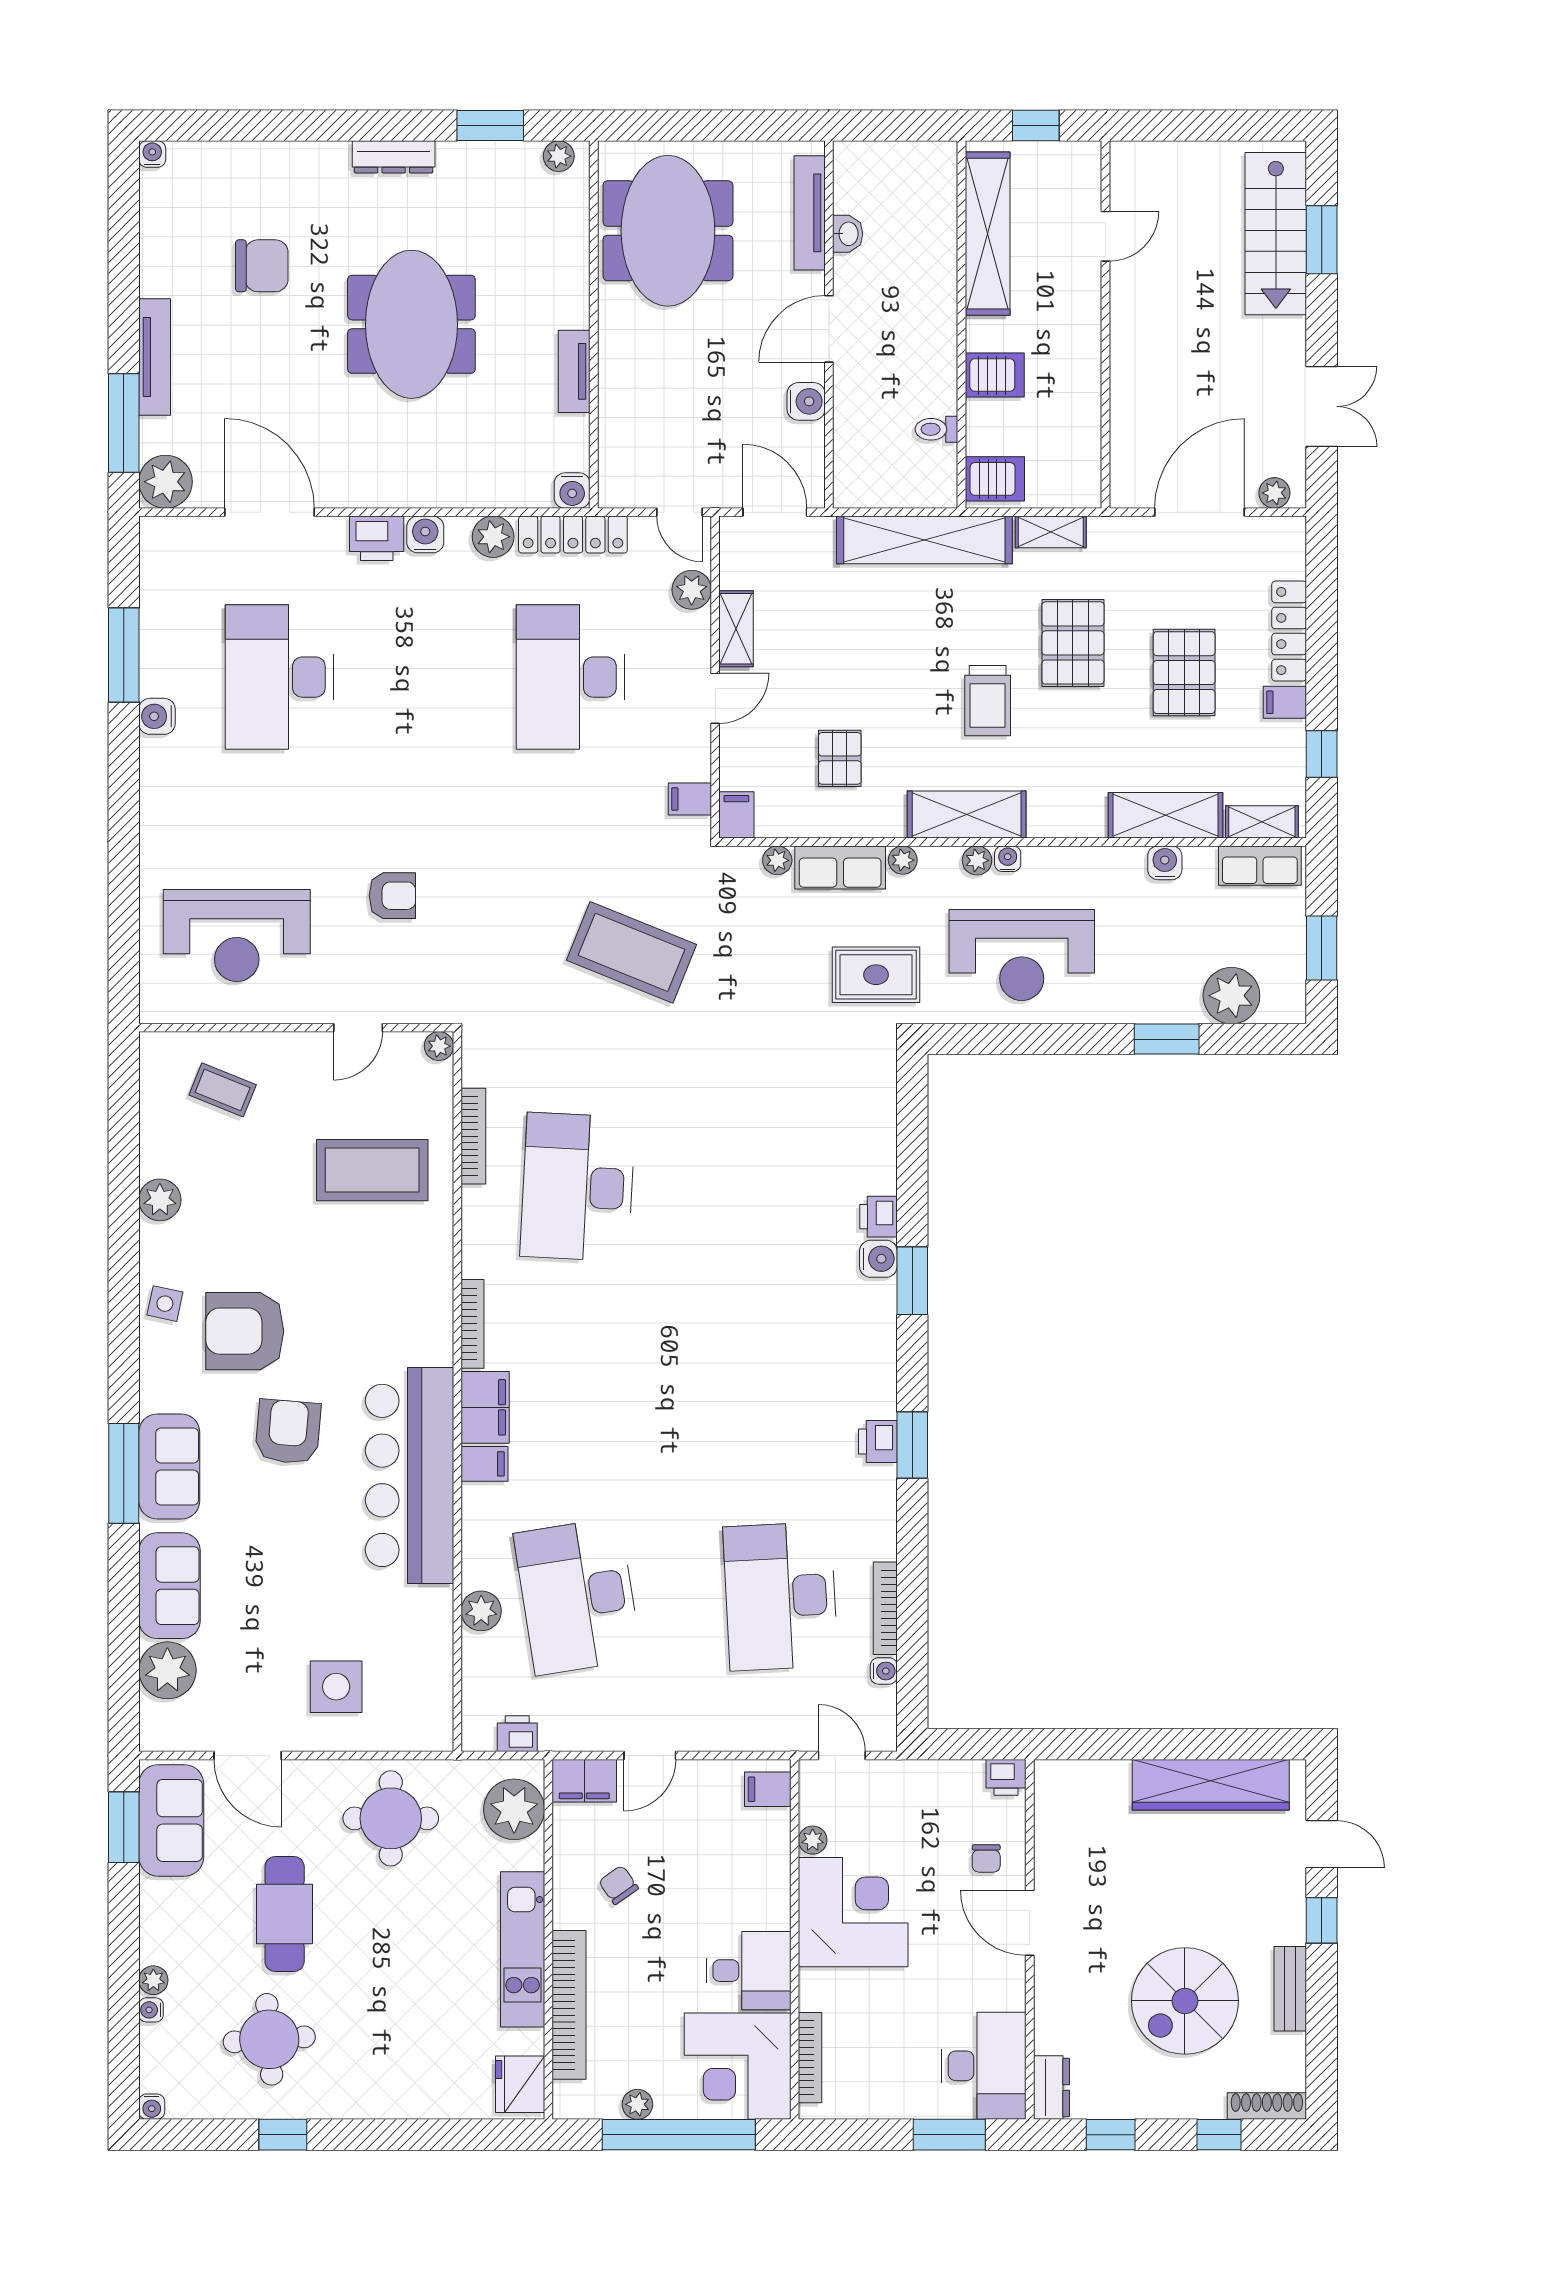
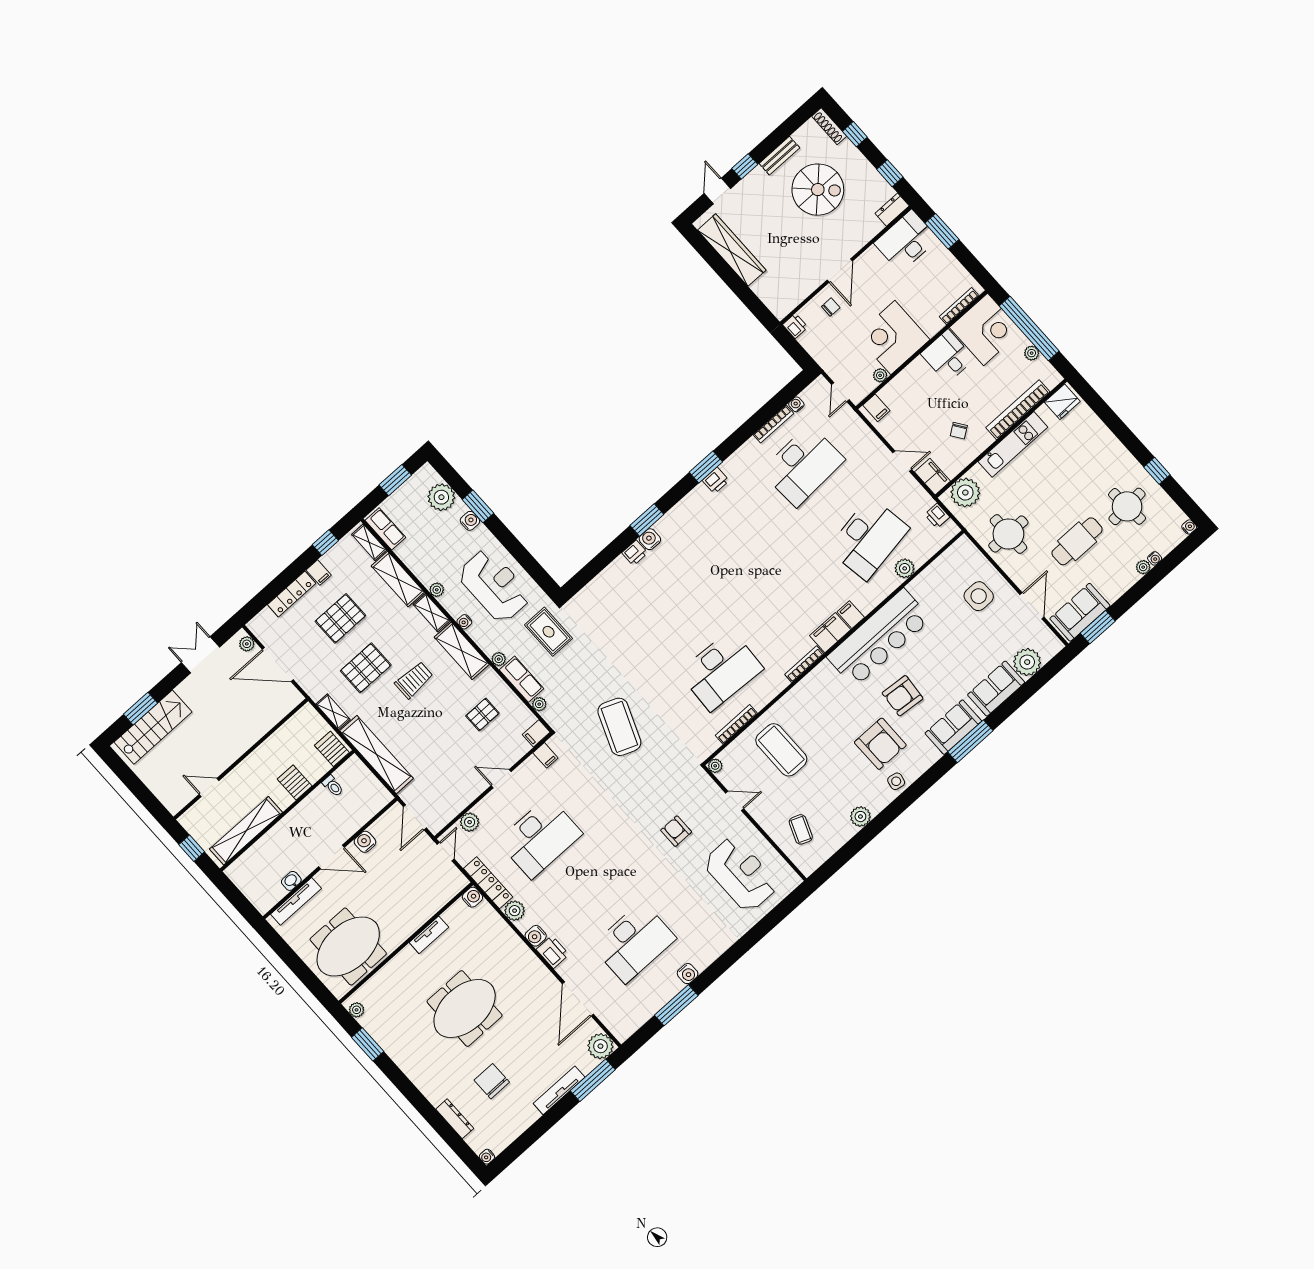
dresser: (394, 157) -> (455, 1119), moved
shelving: (736, 629) -> (432, 613), moved, turned 90
plant: (977, 860) -> (437, 590), moved
water cooler: (1165, 863) -> (470, 521), moved, turned 180

